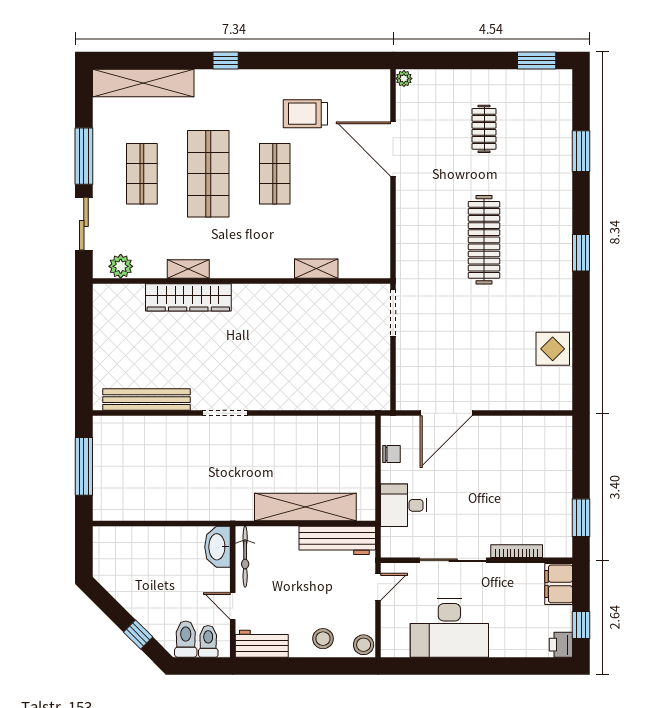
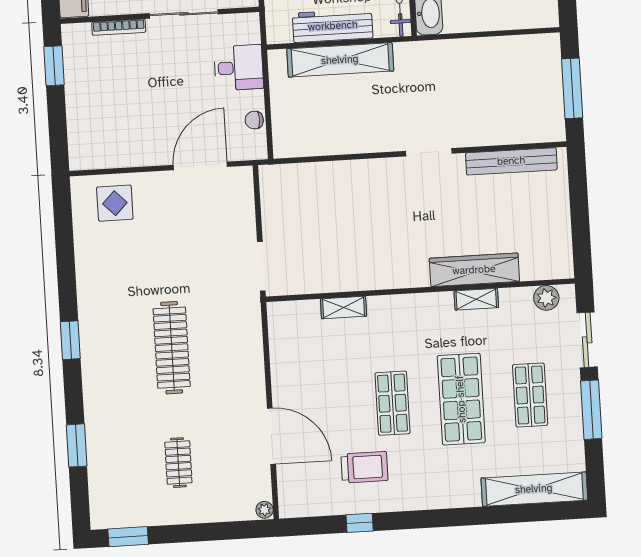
window: (226, 60) -> (360, 523), moved
display table: (553, 349) -> (115, 203), moved
workbench: (337, 540) -> (333, 26), moved

